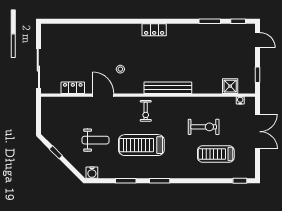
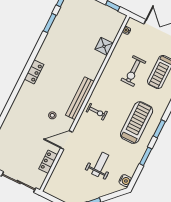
shower: (230, 86) -> (104, 46), moved
bench: (168, 88) -> (80, 98), moved
exercise bike: (204, 127) -> (133, 71), turned 180
treadmill: (141, 145) -> (137, 123), moved, turned 180

